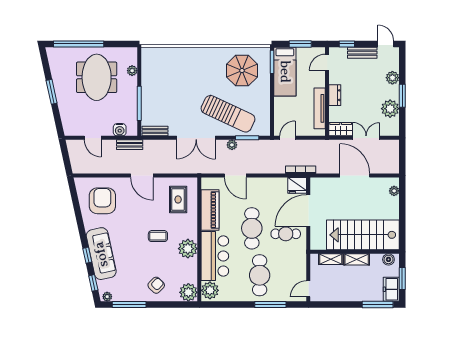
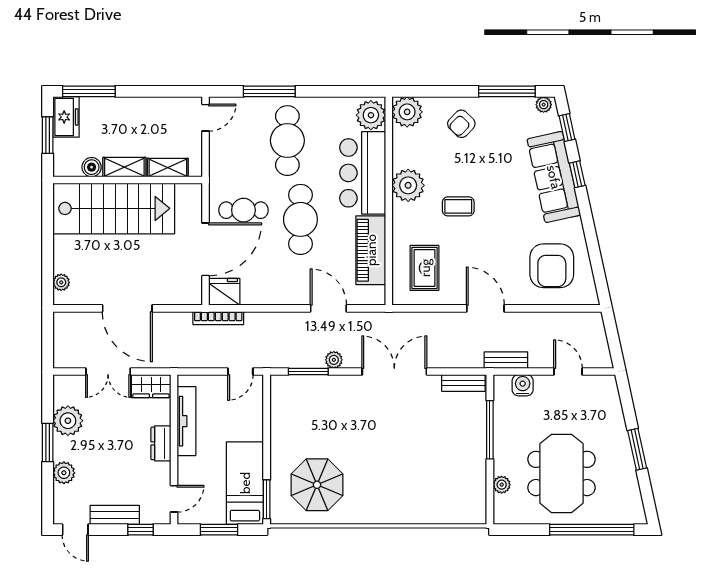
sun lounger: (228, 114) -> (341, 412), removed
boiler: (388, 259) -> (92, 167), moved

